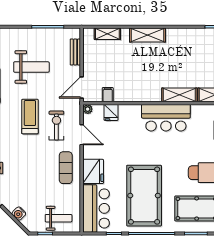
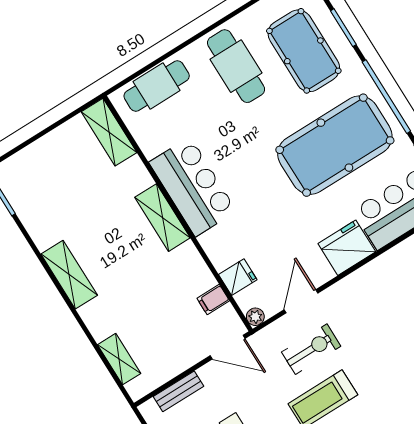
shelving: (147, 35) -> (69, 275), moved
shelving: (179, 95) -> (162, 218), moved
exercise bike: (56, 126) -> (311, 349), turned 180
exercise mat: (66, 168) -> (368, 294), removed

